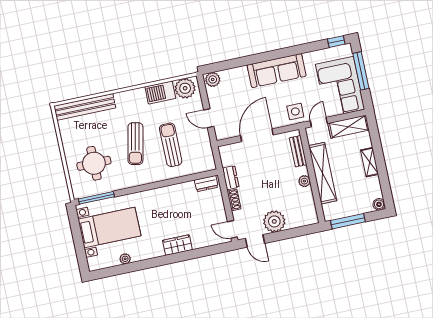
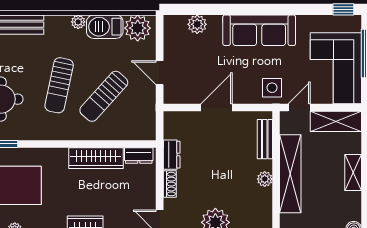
plant: (213, 79) -> (197, 24), moved
plant: (140, 93) -> (78, 22), added
door: (257, 135) -> (217, 108), width x0.73
sun lounger: (171, 145) -> (104, 96), turned -138
wardrobe: (175, 192) -> (96, 158), added

